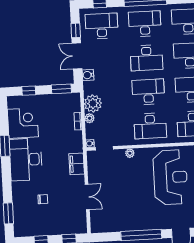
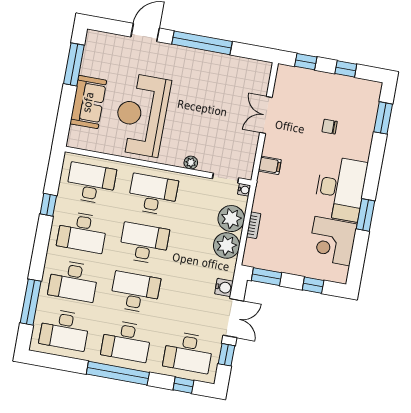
desk: (148, 92) -> (144, 243), turned 180
plant: (90, 118) -> (231, 219), width x1.87, depth x1.87
filing cabinet: (77, 164) -> (270, 165), width x0.50

